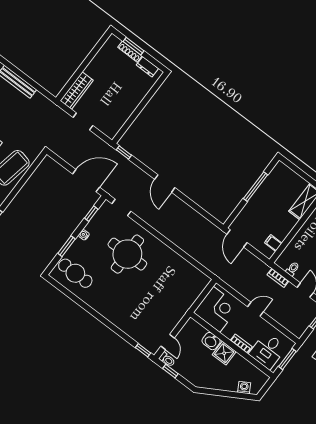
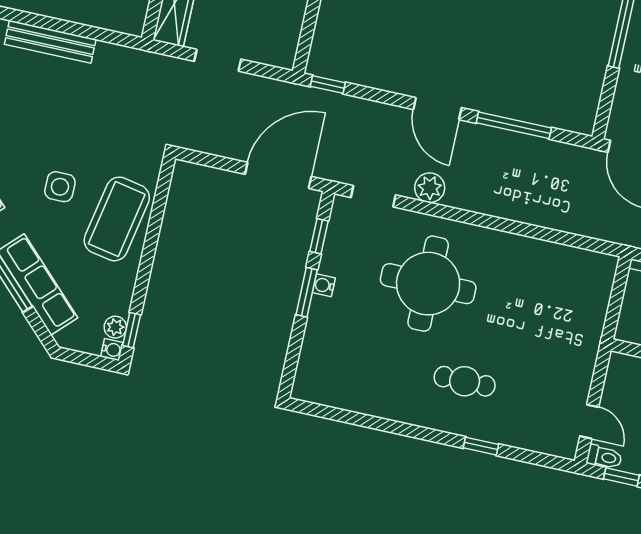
window: (193, 205) -> (514, 125), added
plant: (146, 215) -> (430, 188), added
window: (67, 246) -> (307, 292), moved
cafe table: (75, 273) -> (465, 381), moved, width x0.73, depth x0.74
window: (143, 350) -> (481, 446), moved

